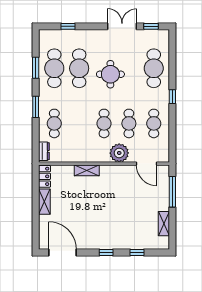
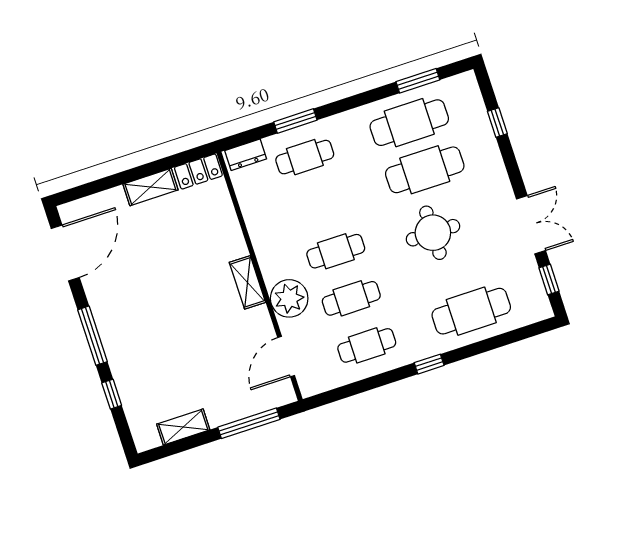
window: (36, 68) -> (418, 81), moved
window: (36, 107) -> (295, 121), moved
shelving: (87, 170) -> (247, 282), moved
window: (106, 253) -> (92, 336), width x2.17

